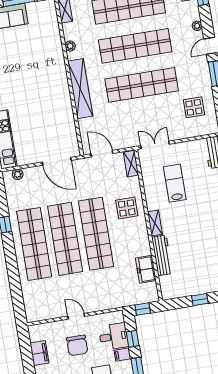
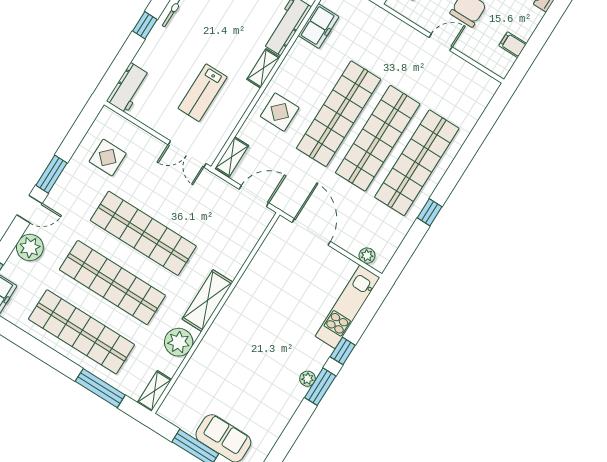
plant: (197, 26) -> (30, 248), width x1.88, depth x1.88
plant: (70, 46) -> (179, 342), width x1.87, depth x1.87
shelving: (80, 89) -> (207, 301), width x0.68
door: (102, 154) -> (254, 196), swing flipped
door: (76, 316) -> (441, 42), swing flipped
filing cabinet: (39, 353) -> (513, 45), width x0.50

